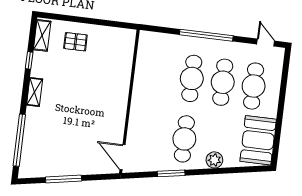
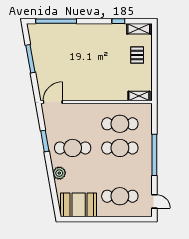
door: (266, 43) -> (154, 201), hinge flipped
cafe table: (223, 82) -> (120, 124), moved
shelving: (35, 92) -> (139, 96), moved

